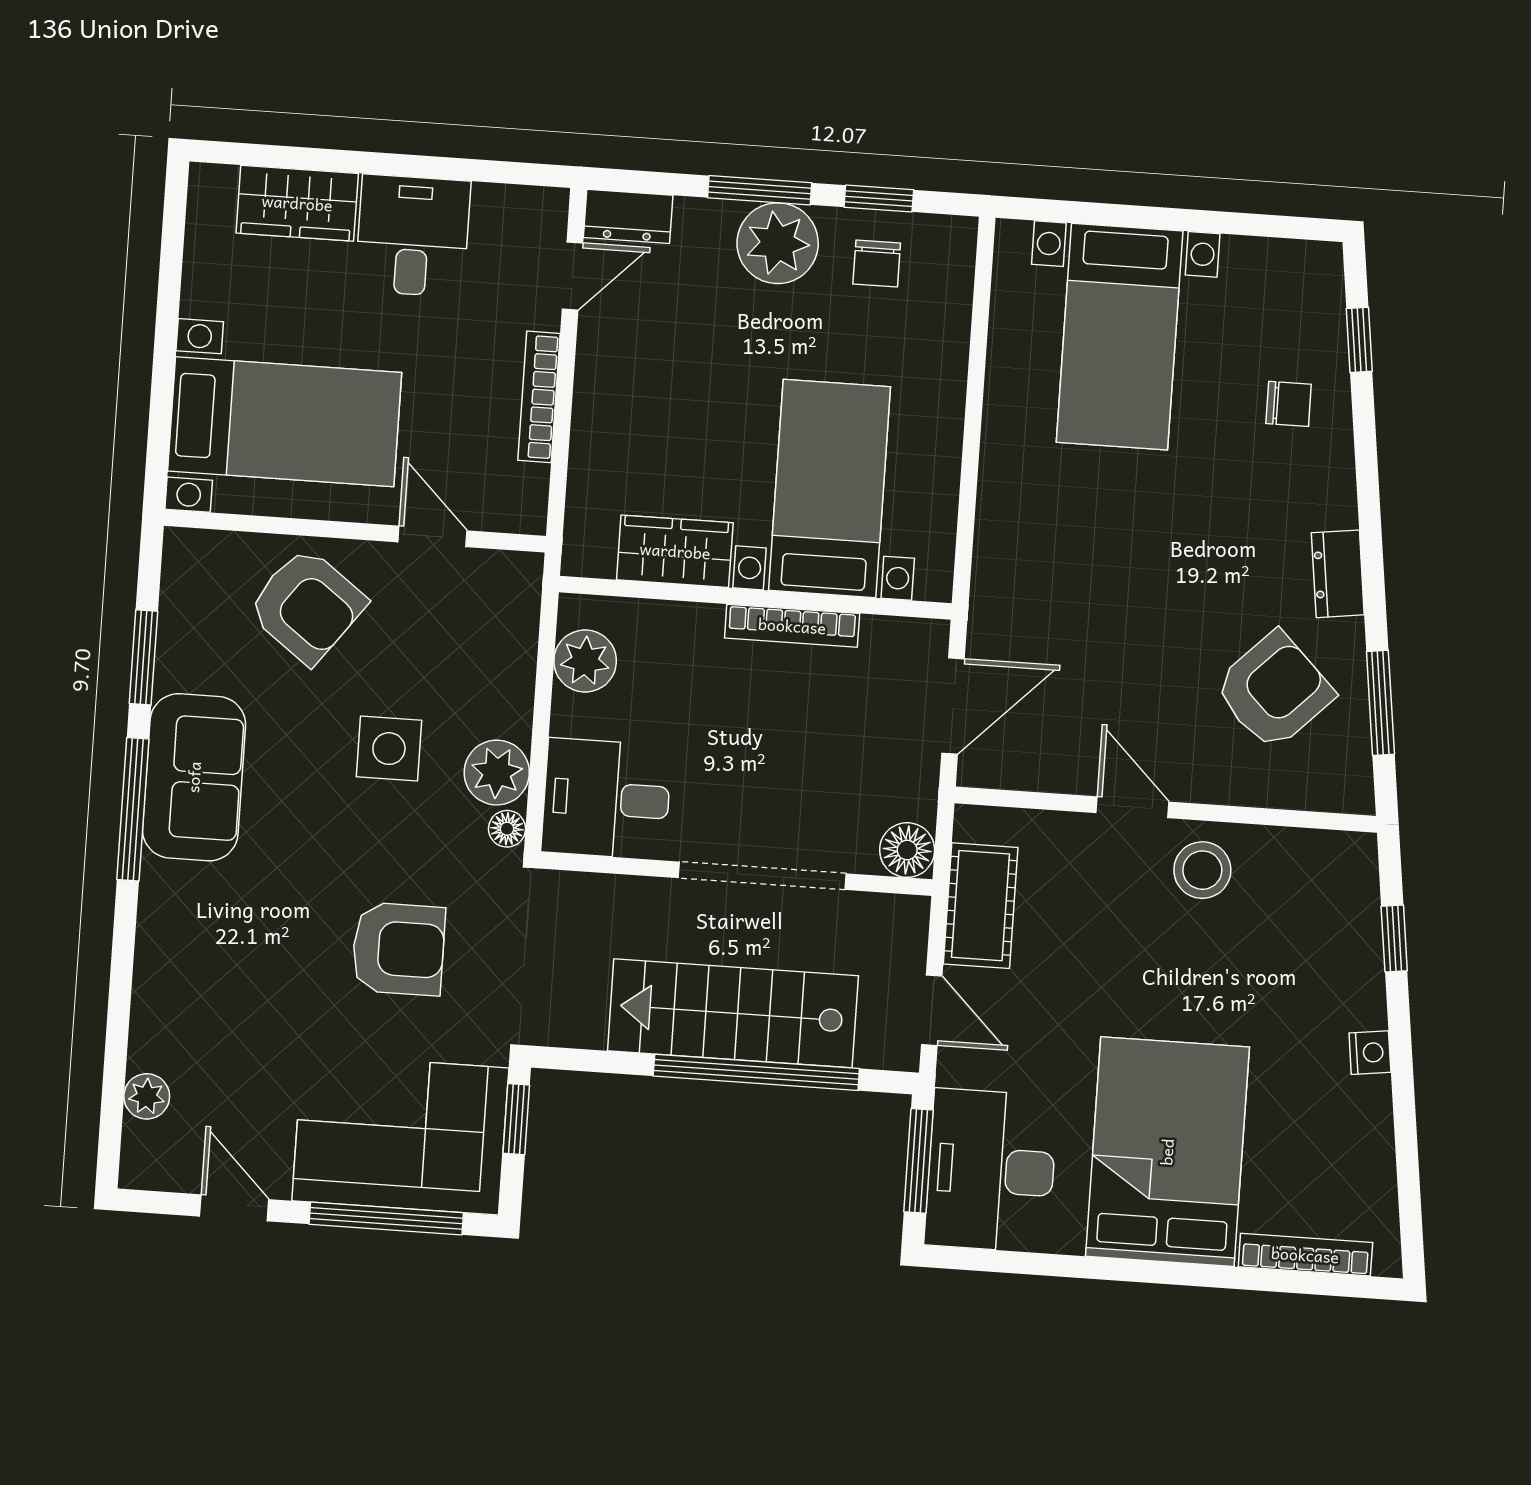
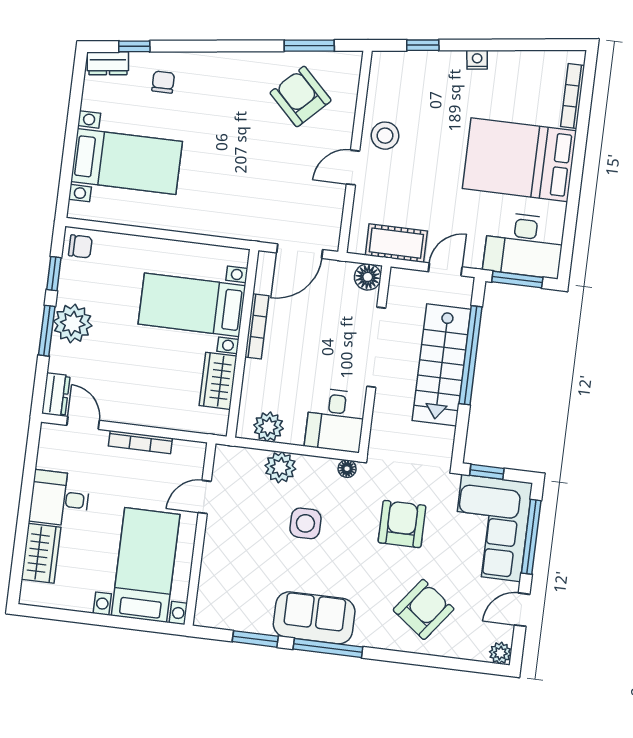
chair: (877, 264) -> (80, 246), moved
dresser: (1338, 574) -> (108, 63), moved
armchair: (307, 606) -> (424, 609), moved
door: (953, 706) -> (300, 251), swing flipped
plant: (497, 773) -> (280, 467), moved
plant: (147, 1096) -> (500, 653), moved

